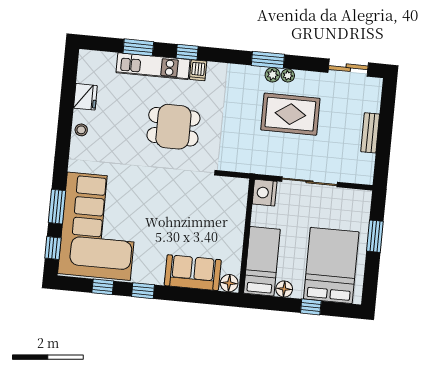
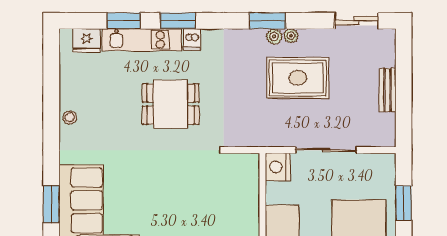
window: (187, 52) -> (178, 21), width x1.50
fridge: (85, 97) -> (87, 40), moved, turned 90

